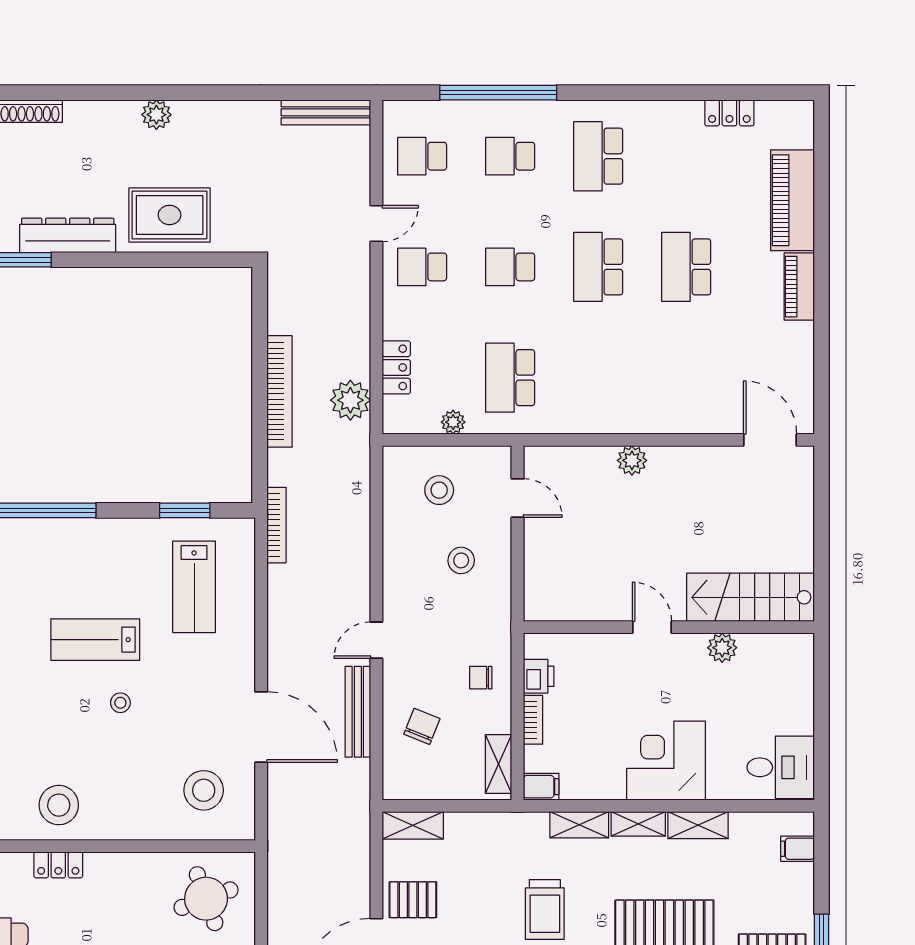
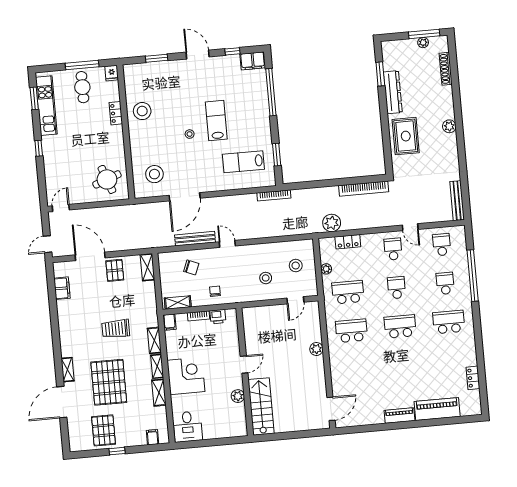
school desk: (686, 267) -> (351, 331), moved
bookcase: (279, 391) -> (364, 189), moved

